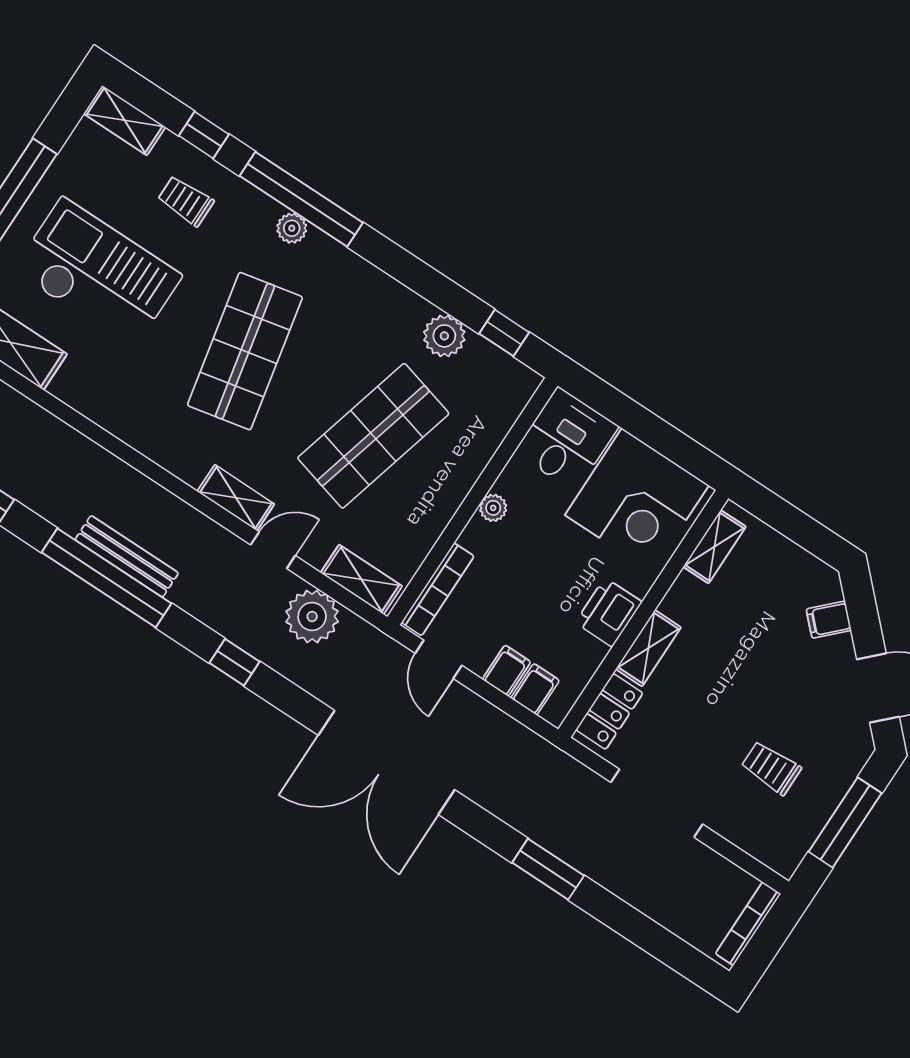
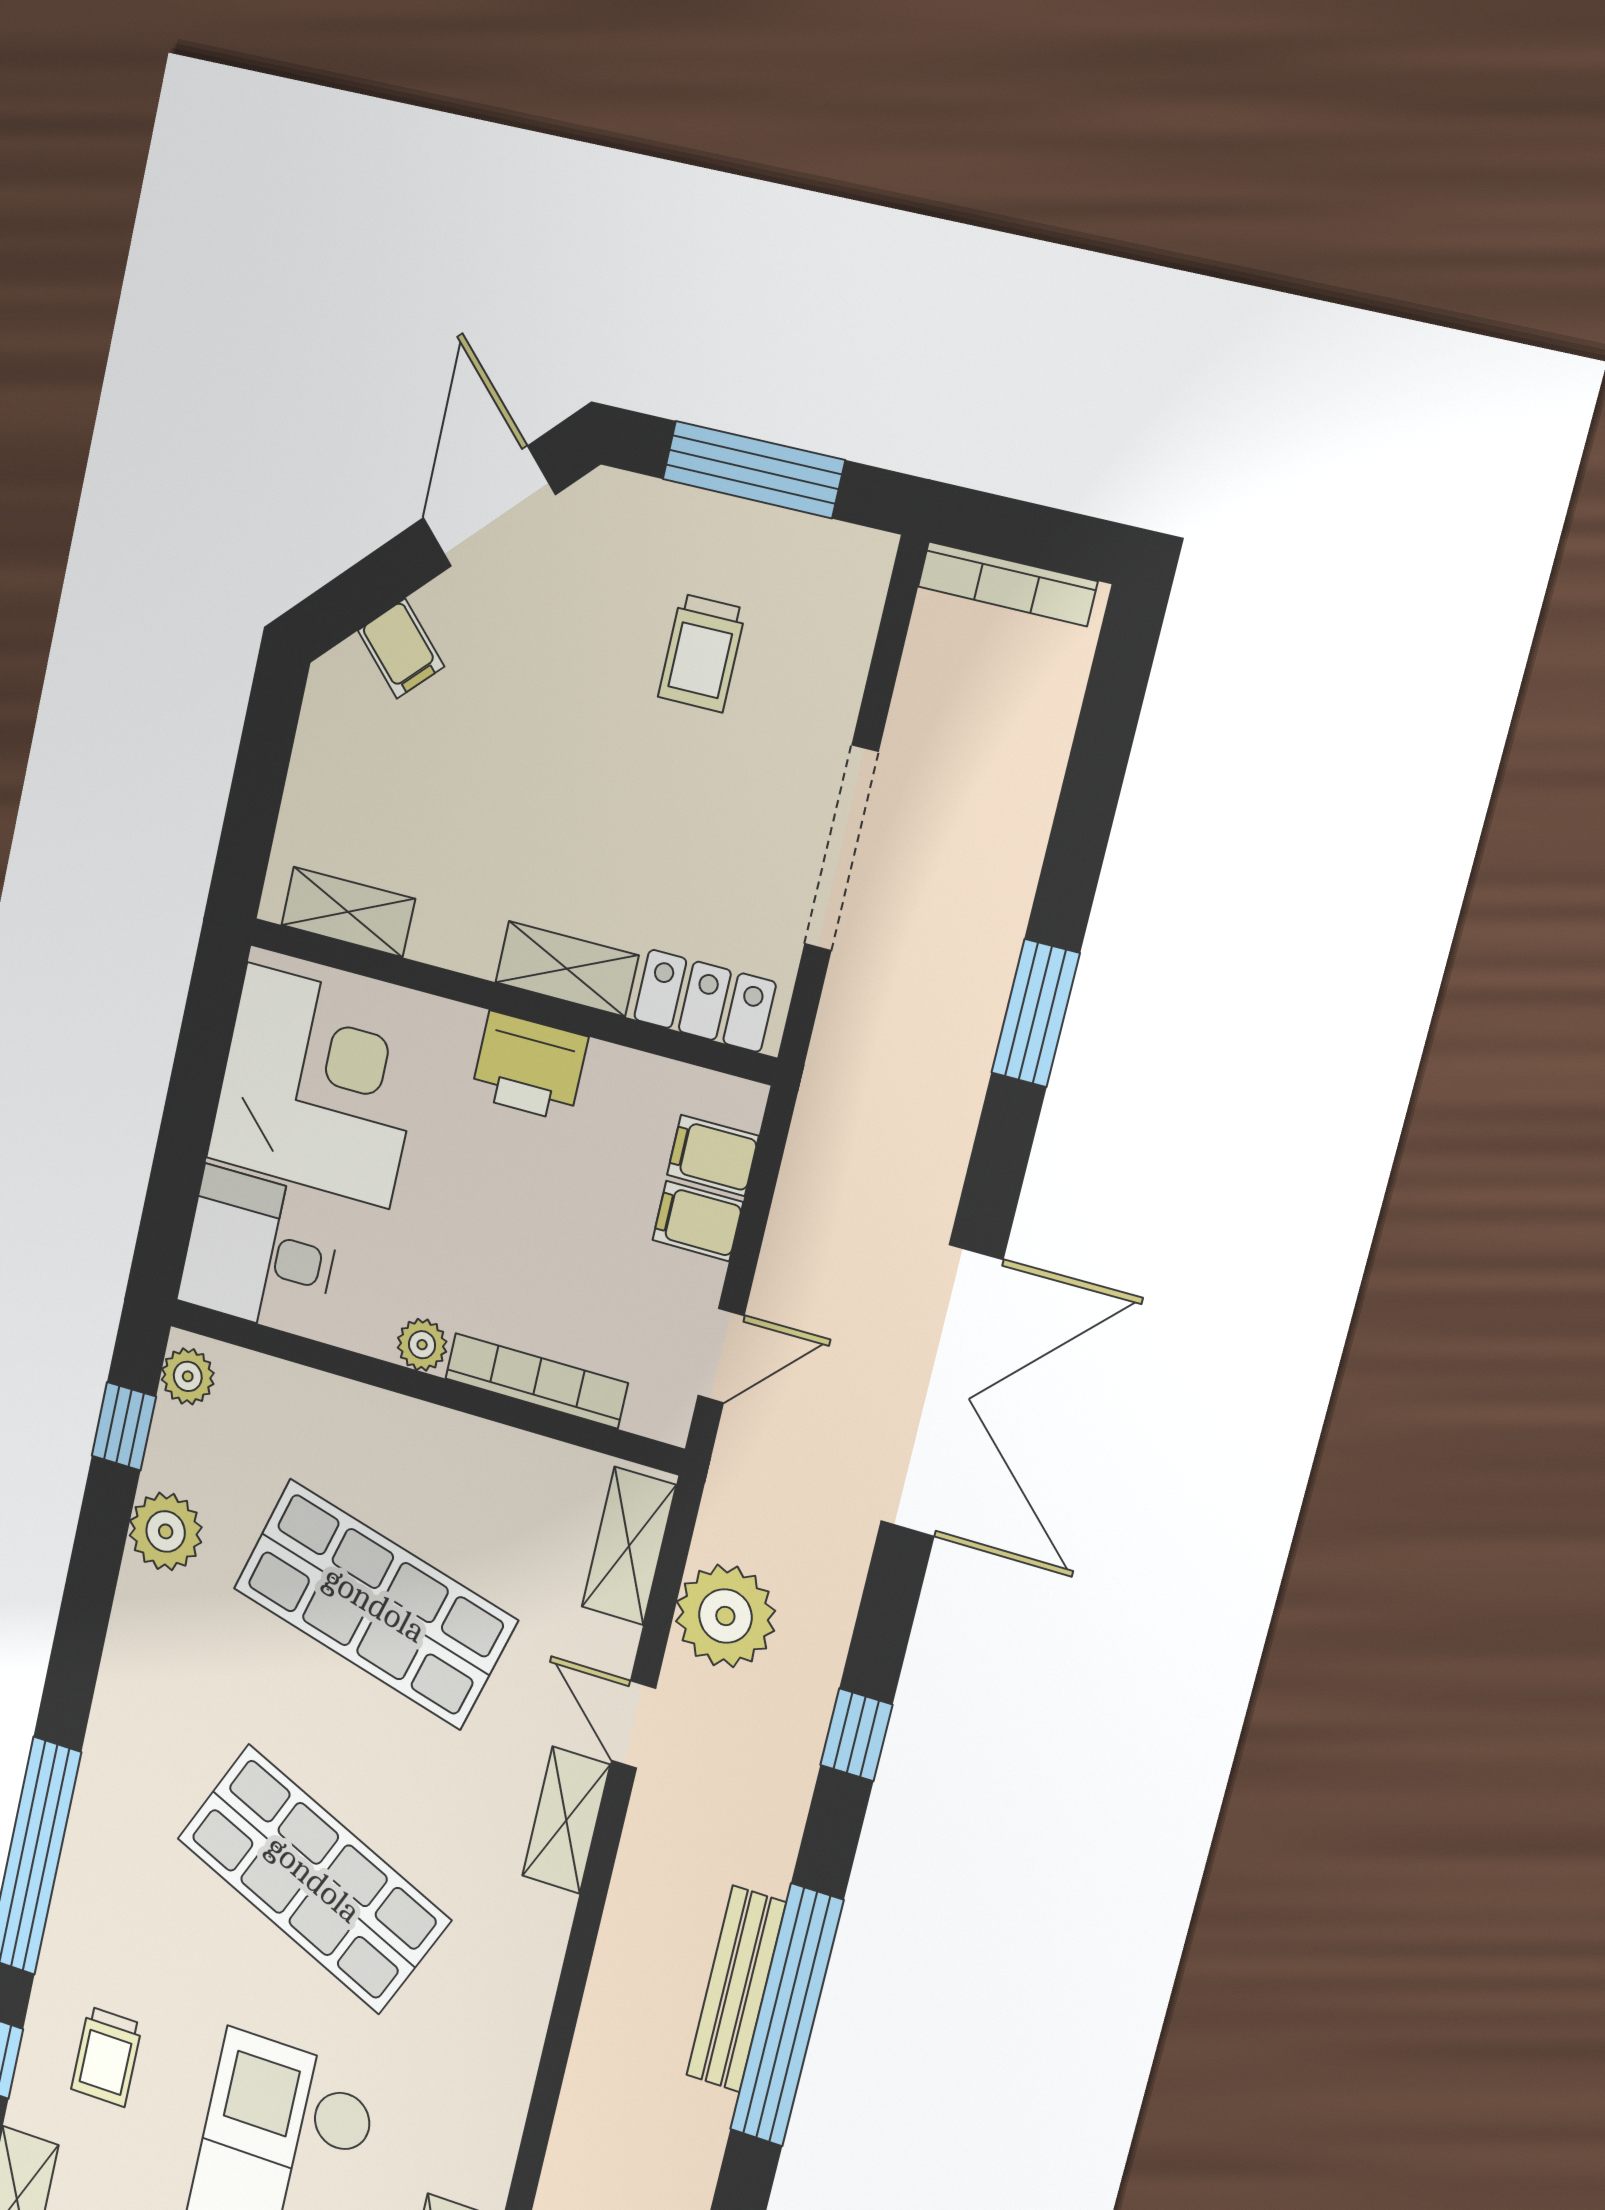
plant: (292, 228) -> (188, 1376), moved
shop shelf: (245, 351) -> (314, 1879), turned 36
bookcase: (438, 589) -> (536, 1381), moved

